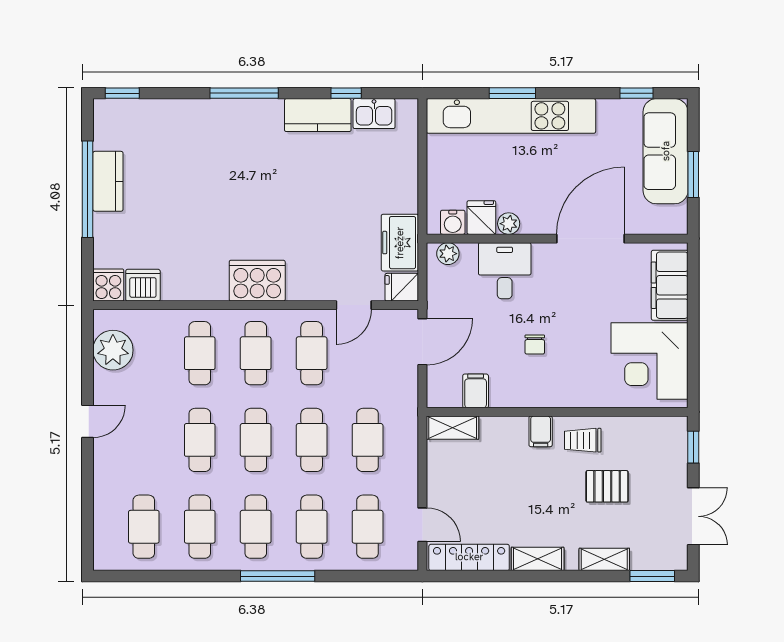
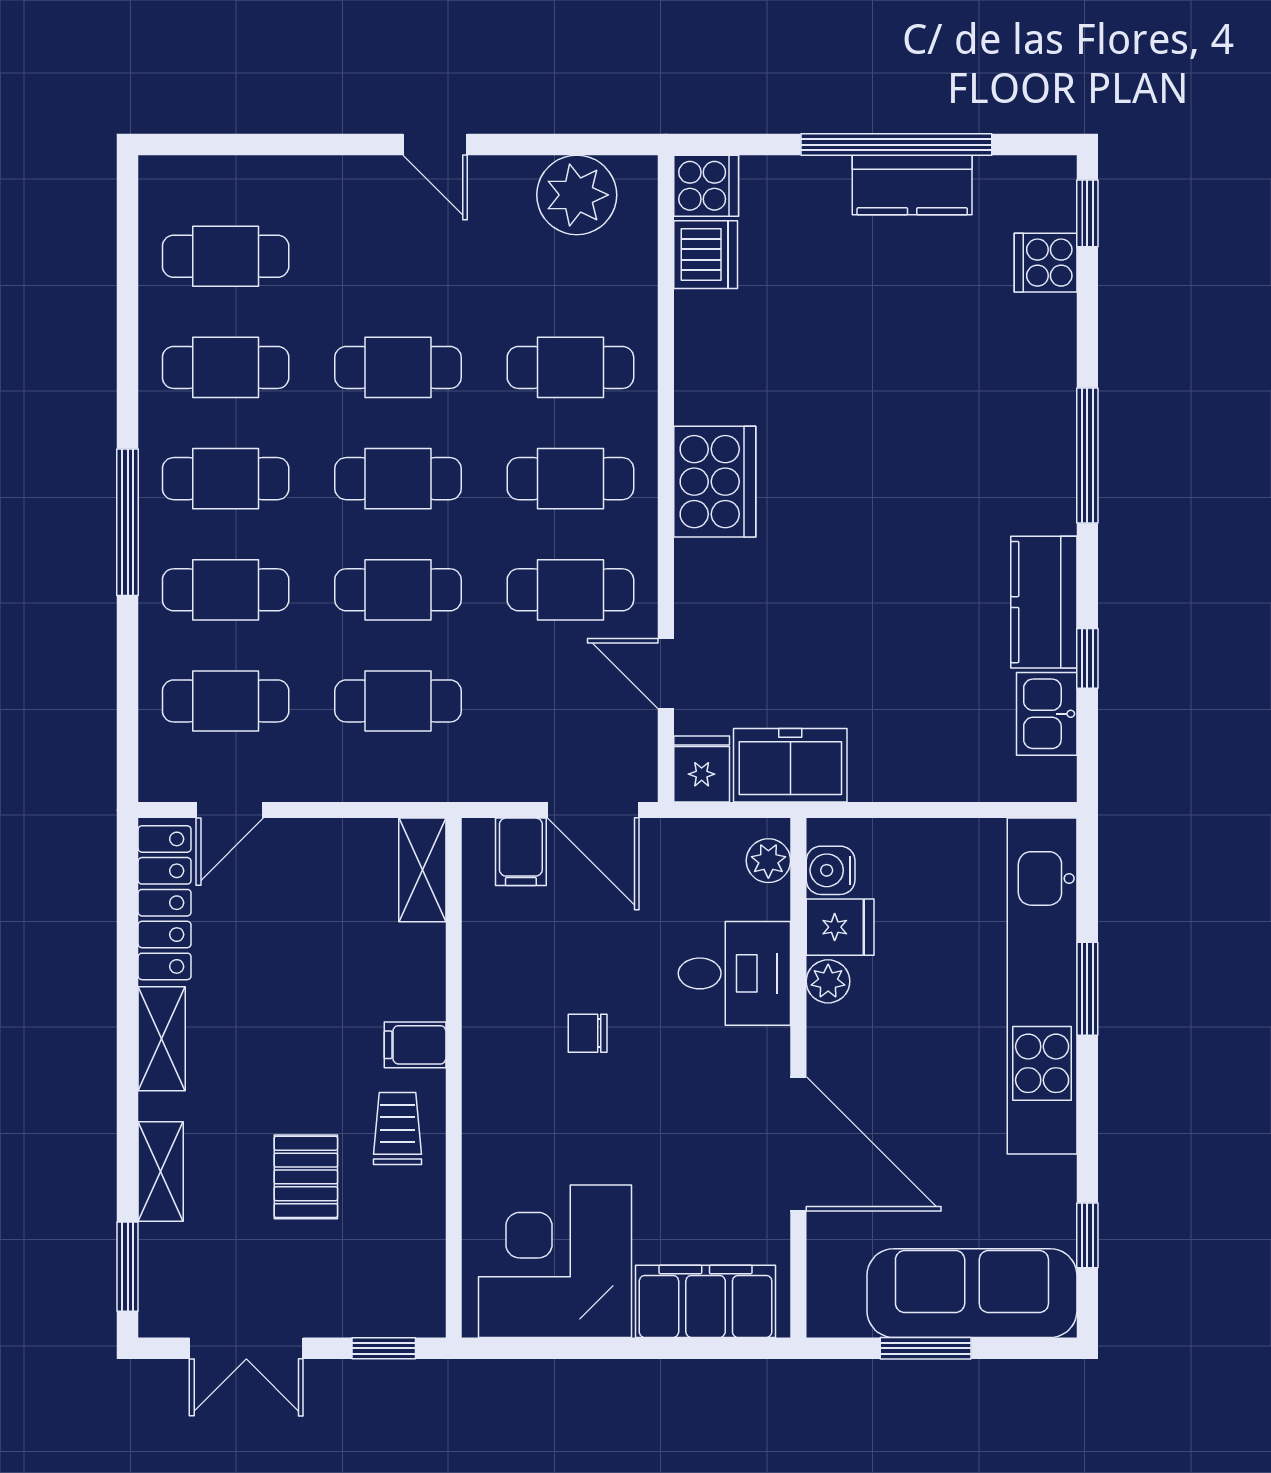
cooker: (147, 114) -> (1046, 263), added
filing cabinet: (476, 391) -> (521, 852), moved, turned 90

